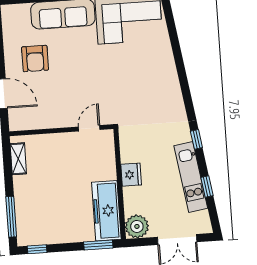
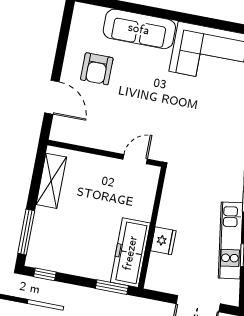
shelving: (18, 159) -> (51, 181), width x1.50, depth x1.33
fridge: (131, 175) -> (163, 241), moved
plant: (137, 226) -> (159, 278), removed

